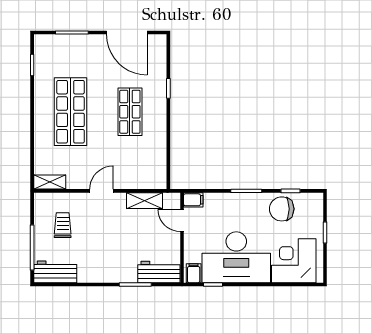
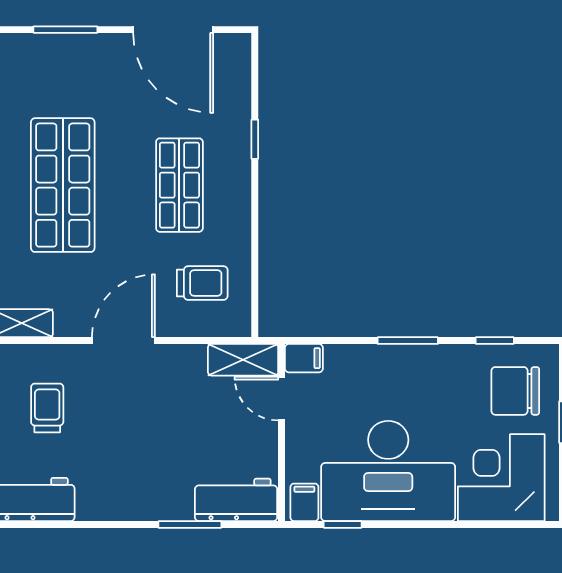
trolley: (142, 162) -> (202, 283), added
door: (101, 191) -> (123, 341), width x1.38
shelving: (145, 201) -> (243, 360), moved
chair: (282, 209) -> (515, 391), moved

